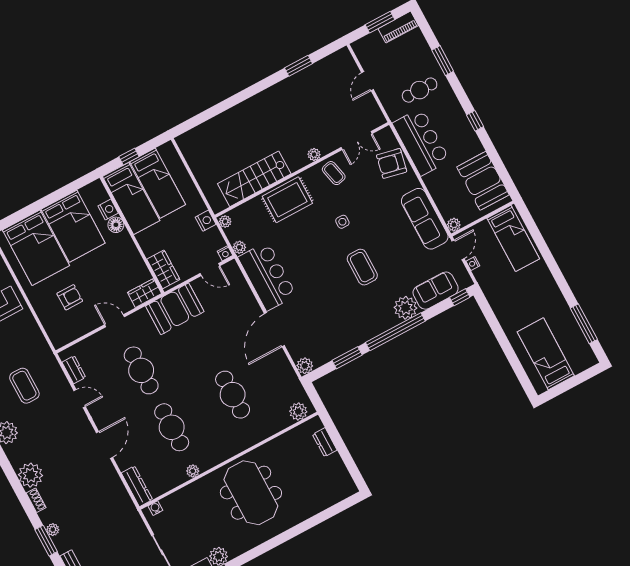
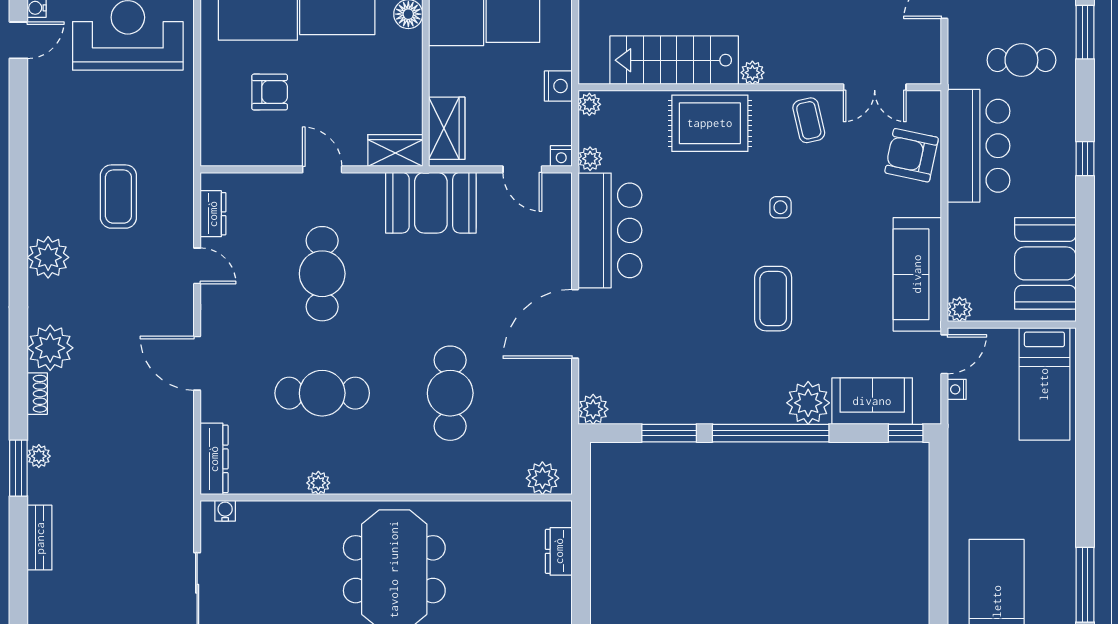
plant: (314, 154) -> (752, 73), moved
cafe table: (172, 427) -> (322, 393), turned 90
door: (104, 445) -> (197, 363), swing flipped

